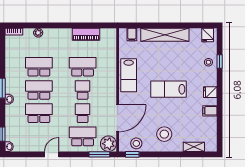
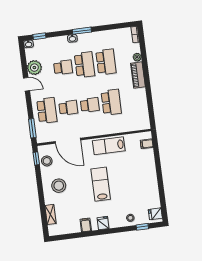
piano: (86, 34) -> (138, 75), moved
shelving: (165, 35) -> (150, 174), removed
window: (220, 62) -> (142, 227), moved
school desk: (39, 113) -> (63, 67), width x0.54
plant: (108, 144) -> (34, 68), moved

